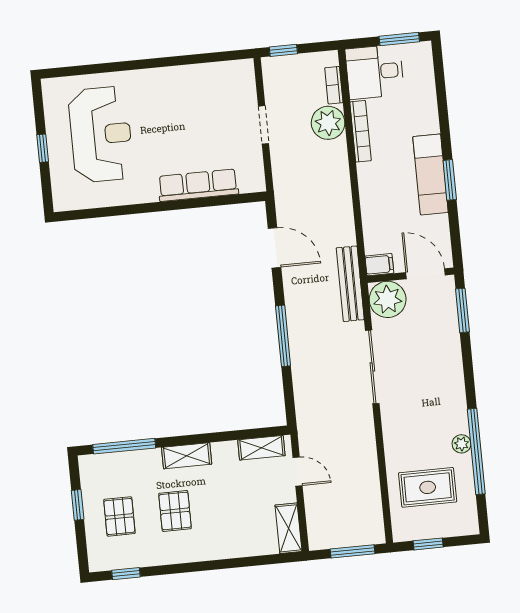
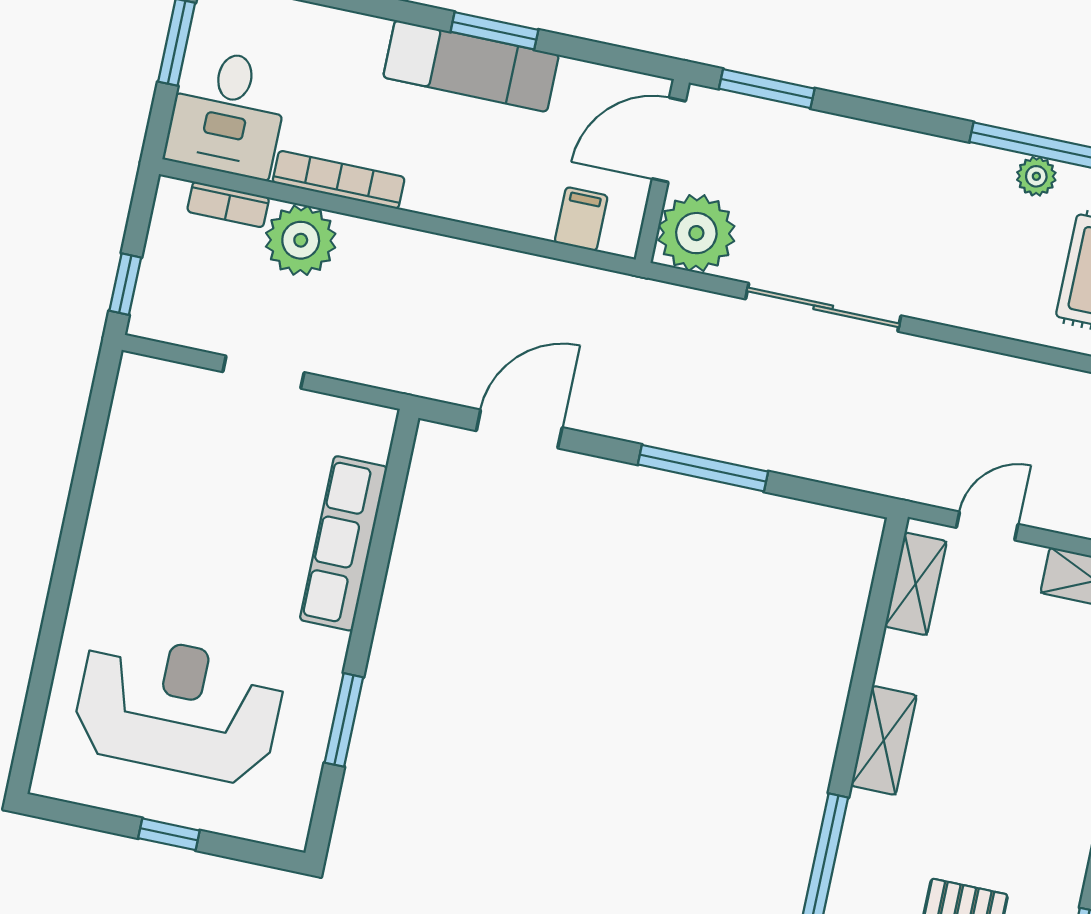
window: (119, 211) -> (344, 720), added
filing cabinet: (379, 265) -> (581, 219), moved
bench: (350, 284) -> (641, 299), removed
pallet: (175, 511) -> (988, 799), removed

